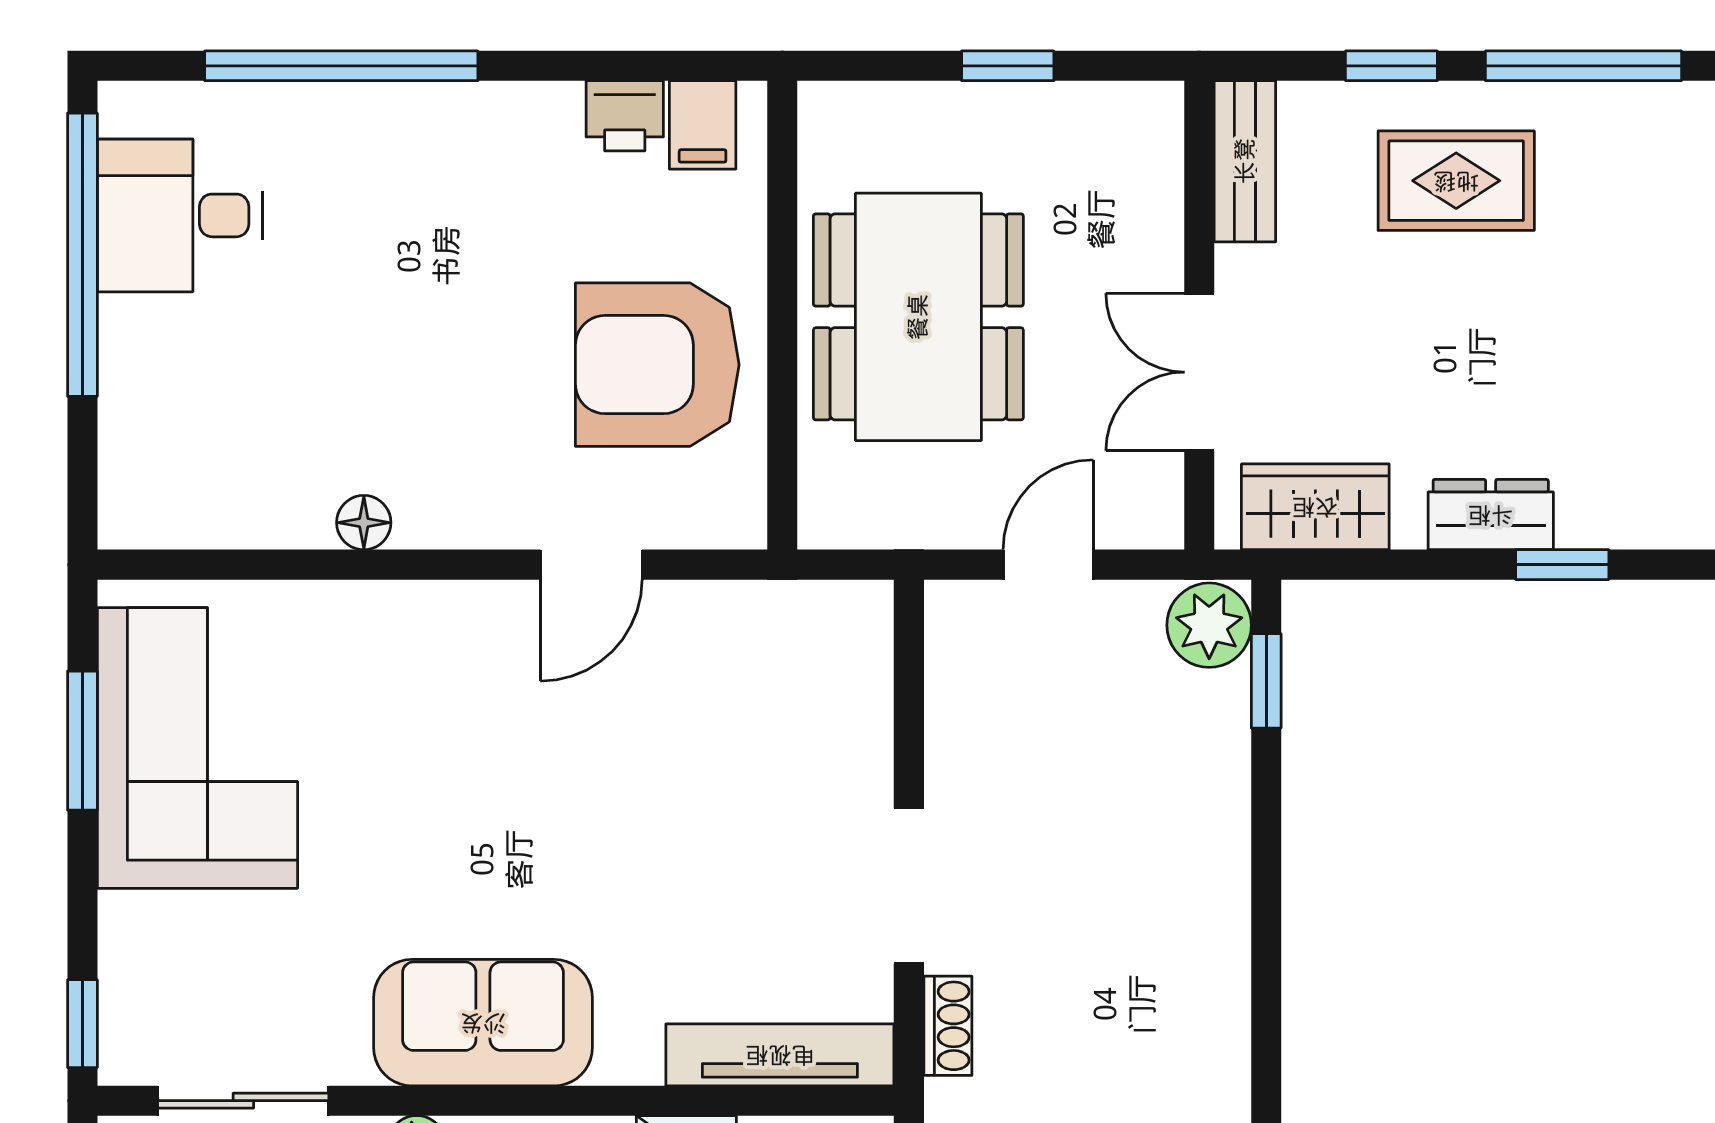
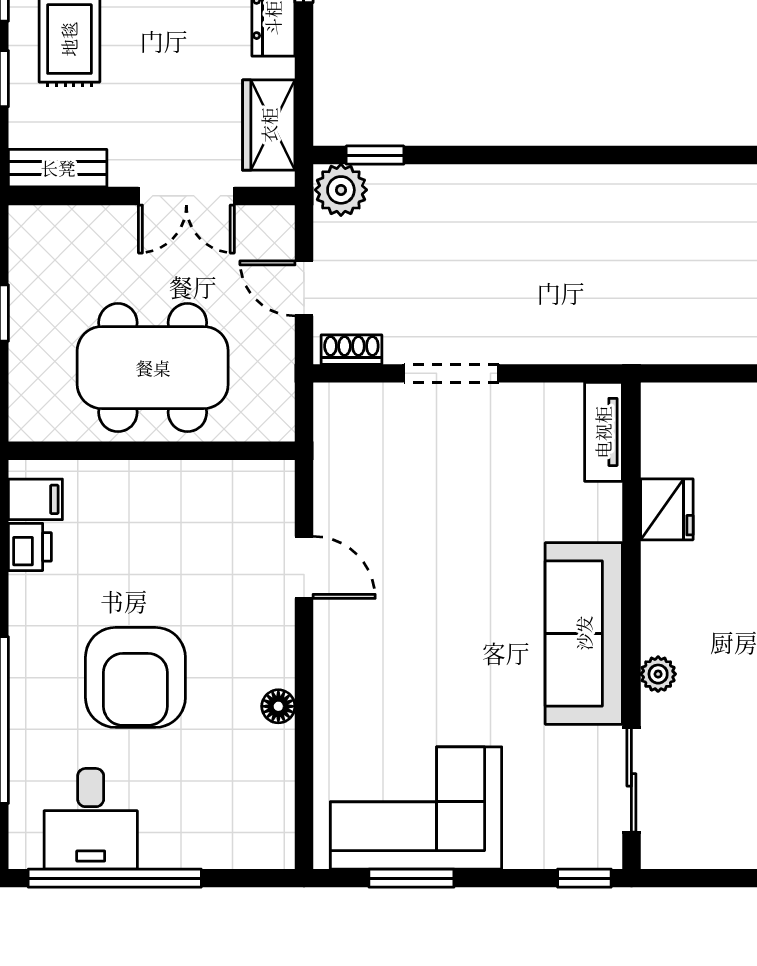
armchair: (657, 365) -> (135, 677), moved
doorway: (909, 886) -> (451, 373), moved
sofa: (483, 1023) -> (584, 633), width x1.36
shoe rack: (948, 1026) -> (351, 350), moved
tv unit: (780, 1055) -> (603, 432), width x0.71

